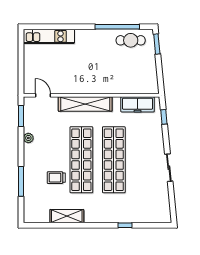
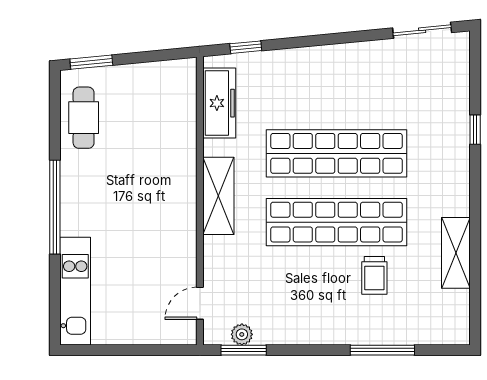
window: (117, 27) -> (55, 207), moved
shelving: (85, 104) -> (218, 196), width x0.68
plant: (28, 138) -> (242, 334), moved
sliding door: (169, 168) -> (422, 30), moved

